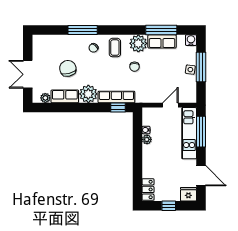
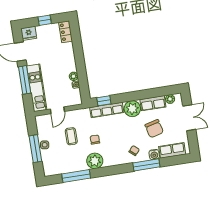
water cooler: (191, 40) -> (154, 154), moved
row of seats: (162, 41) -> (172, 150), moved
coffee table: (115, 48) -> (71, 136), moved
window: (201, 132) -> (25, 80), moved

